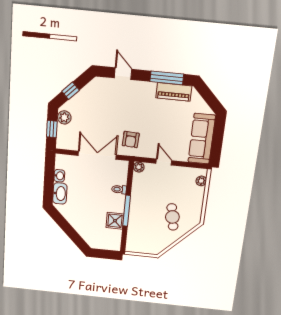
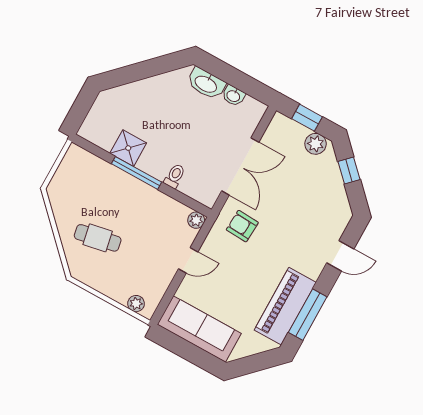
piano: (174, 92) -> (285, 306), width x1.37, depth x1.33

